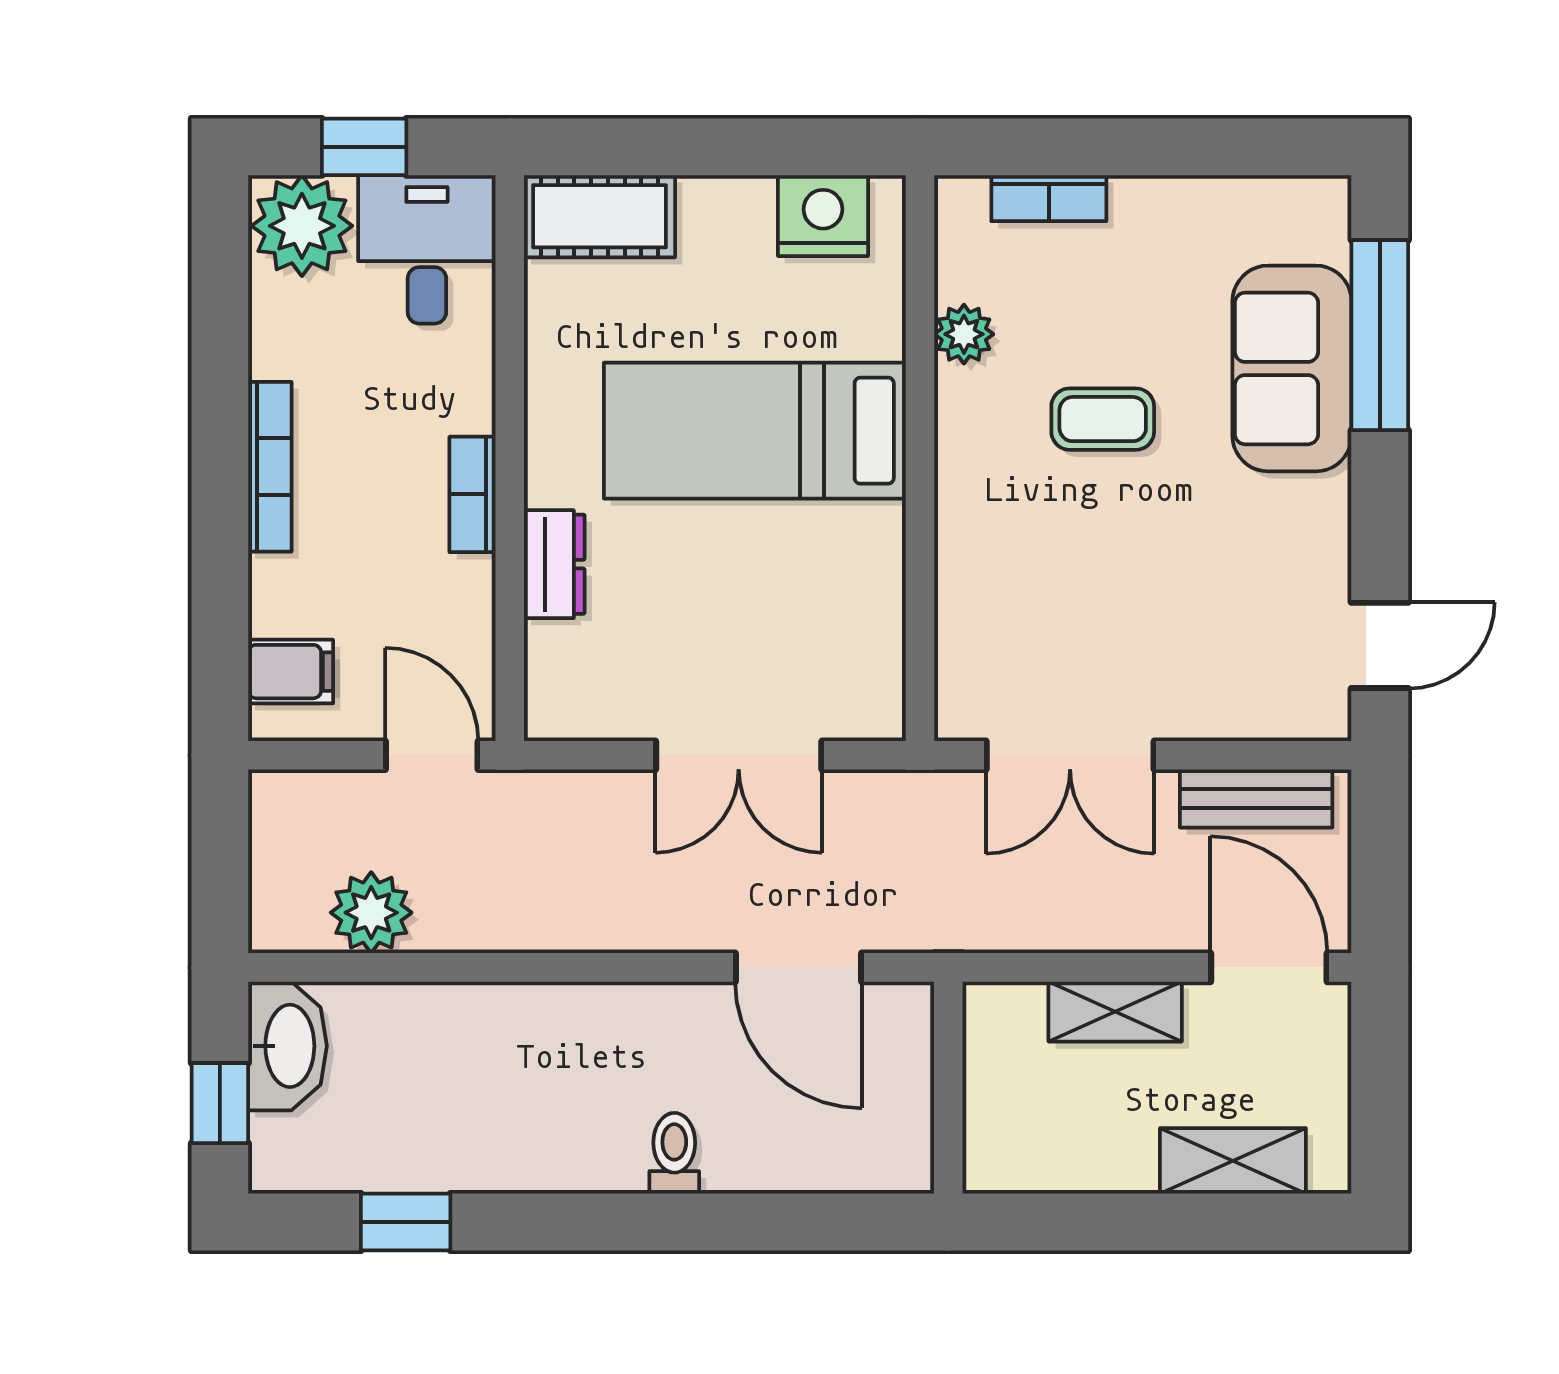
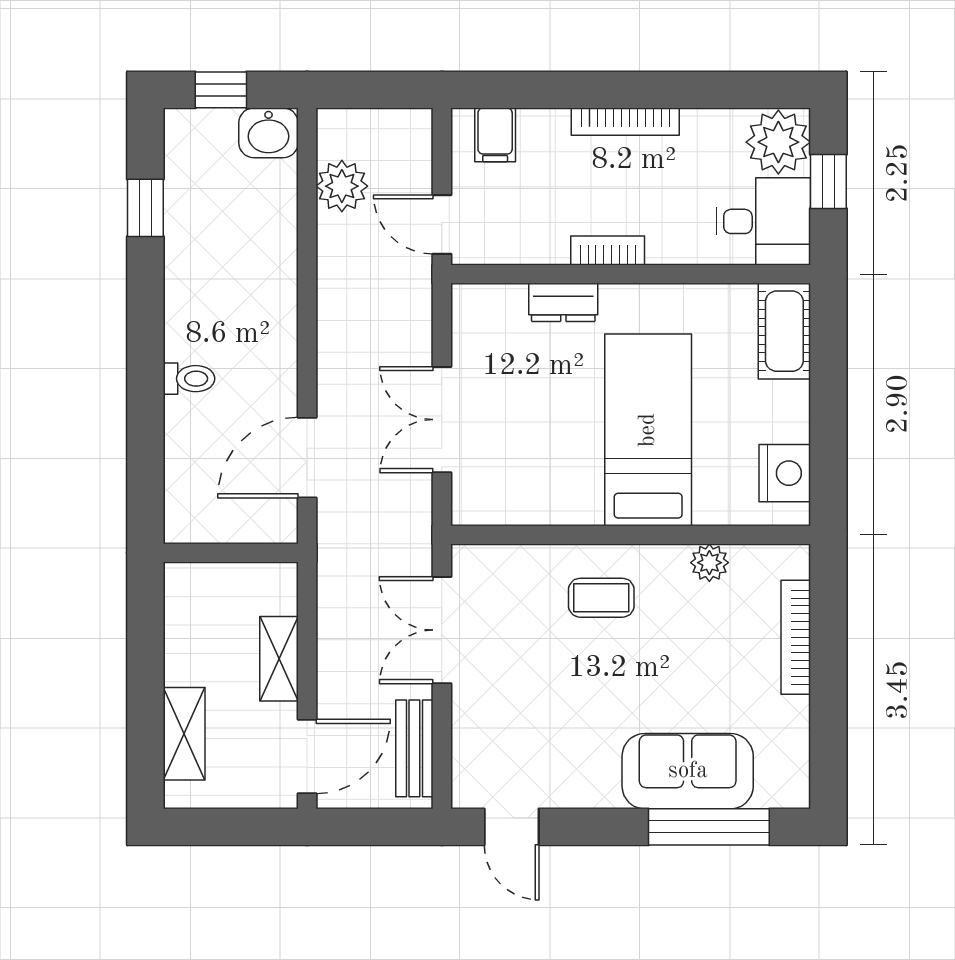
bookcase: (1049, 198) -> (796, 637), width x1.56
coffee table: (1103, 419) -> (601, 598), moved, turned 90
door: (432, 755) -> (442, 224), swing flipped
washbasin: (288, 1046) -> (269, 133), width x0.72

